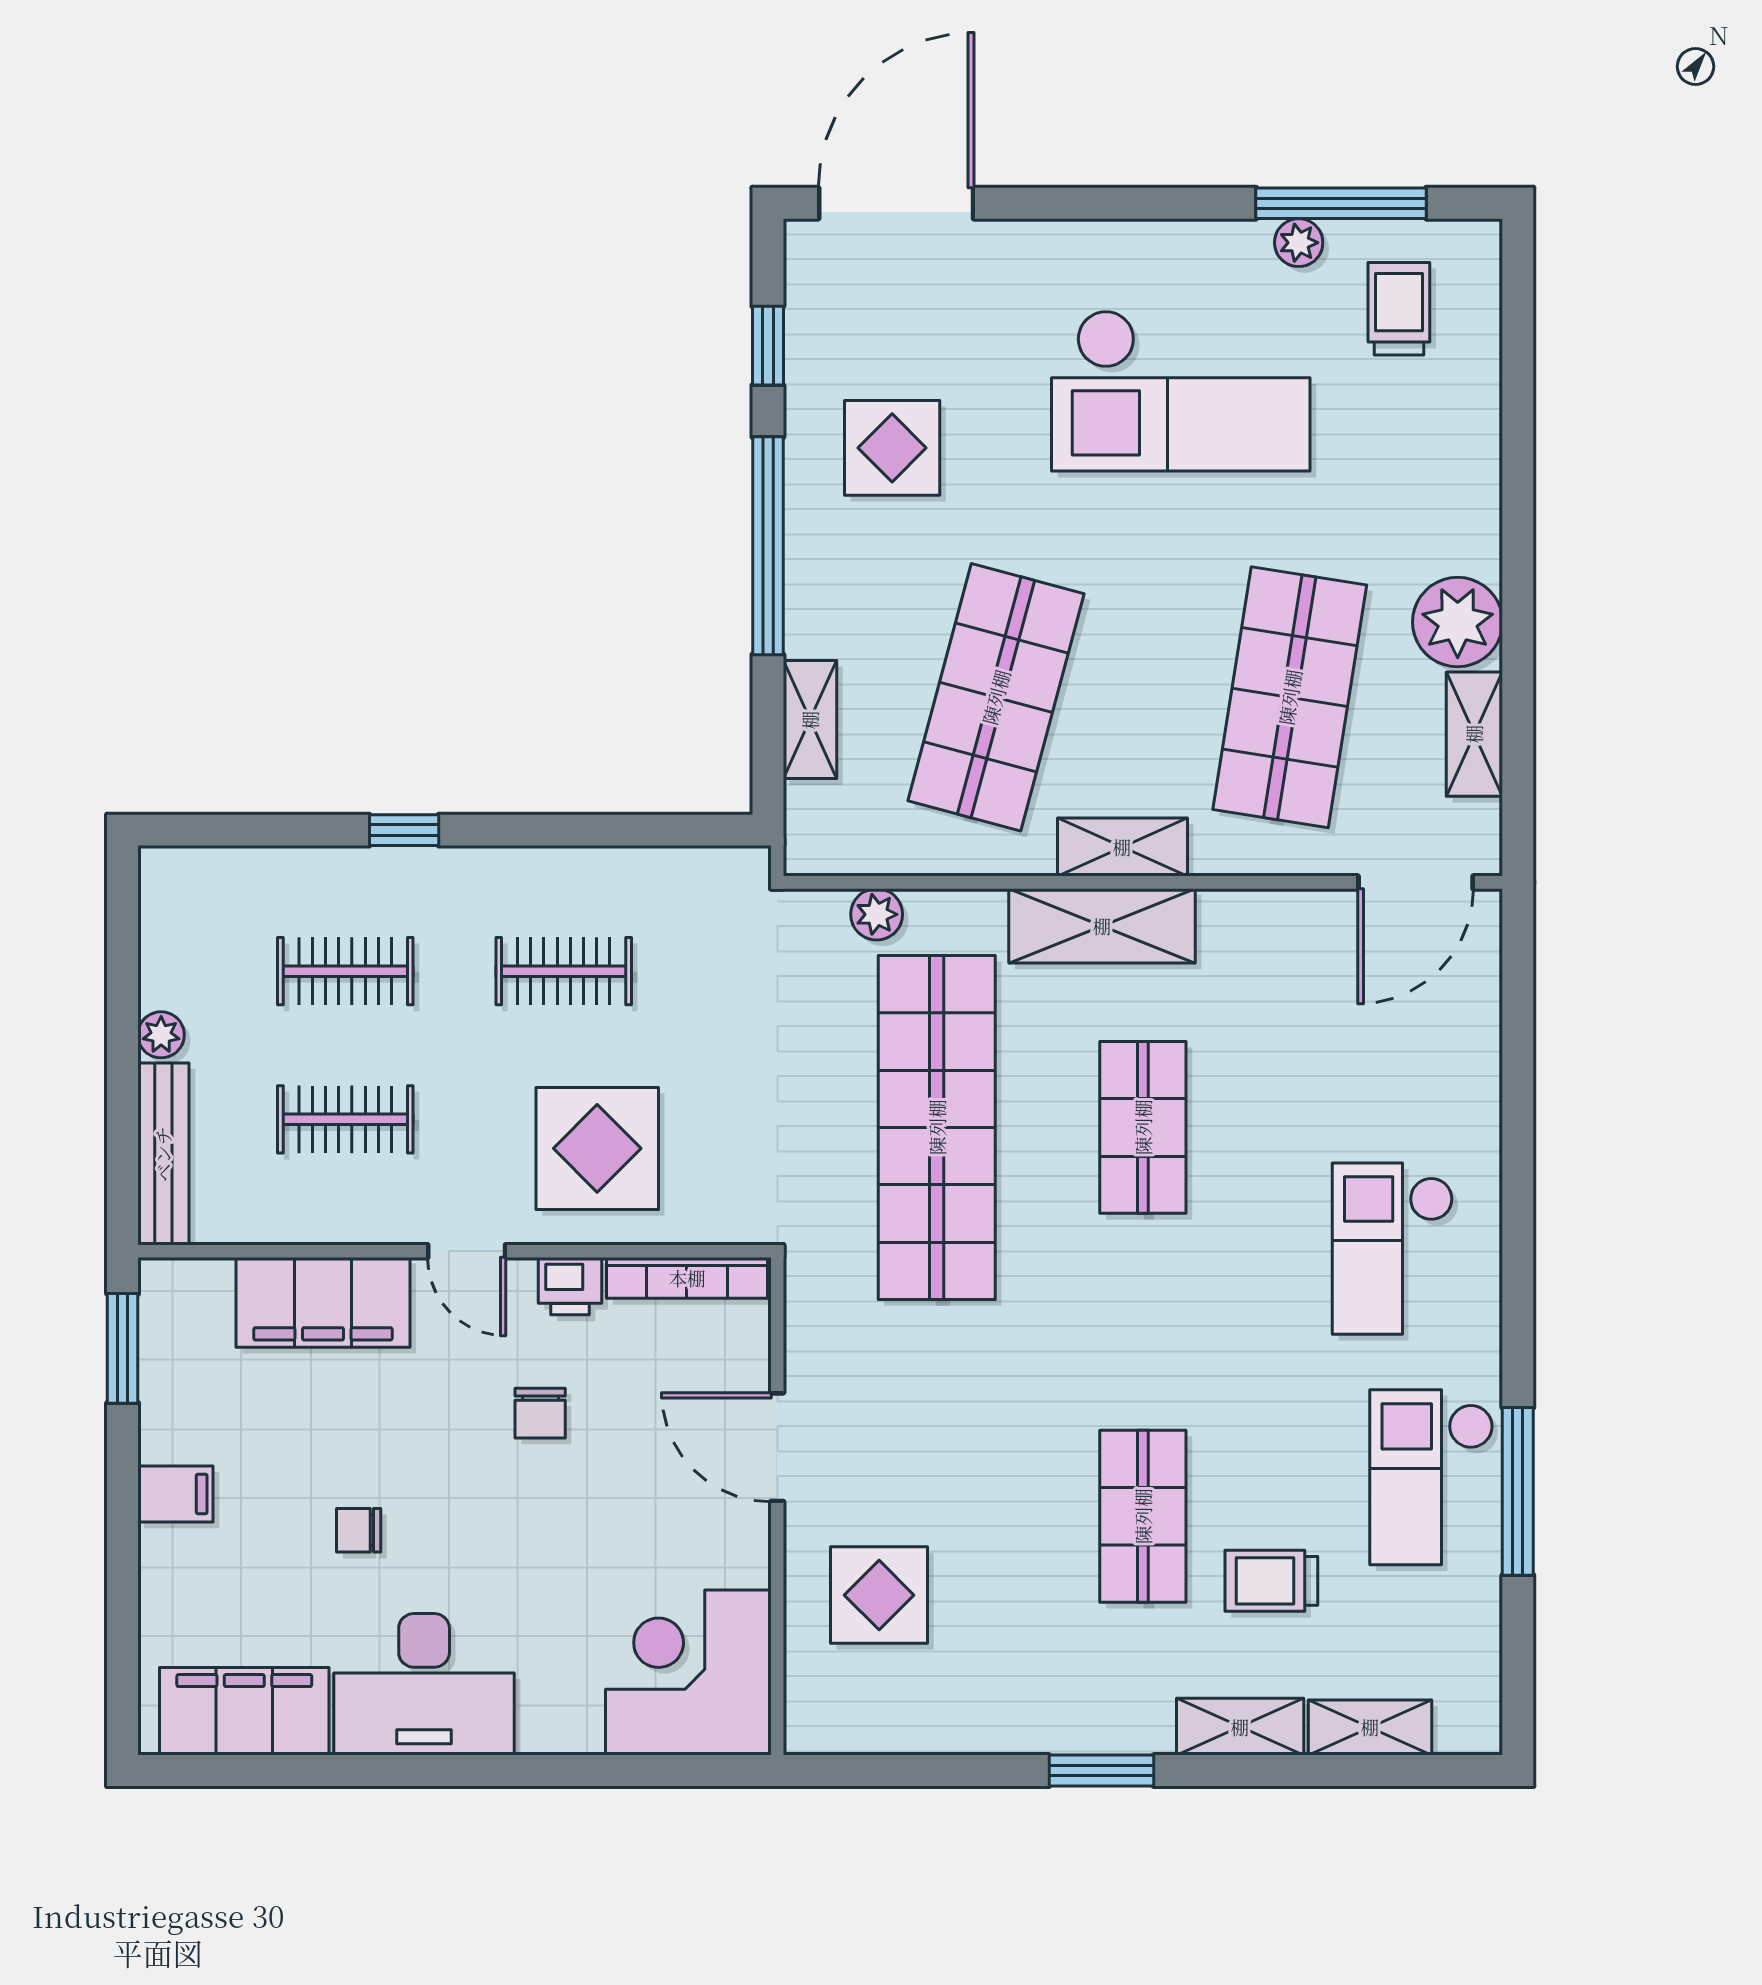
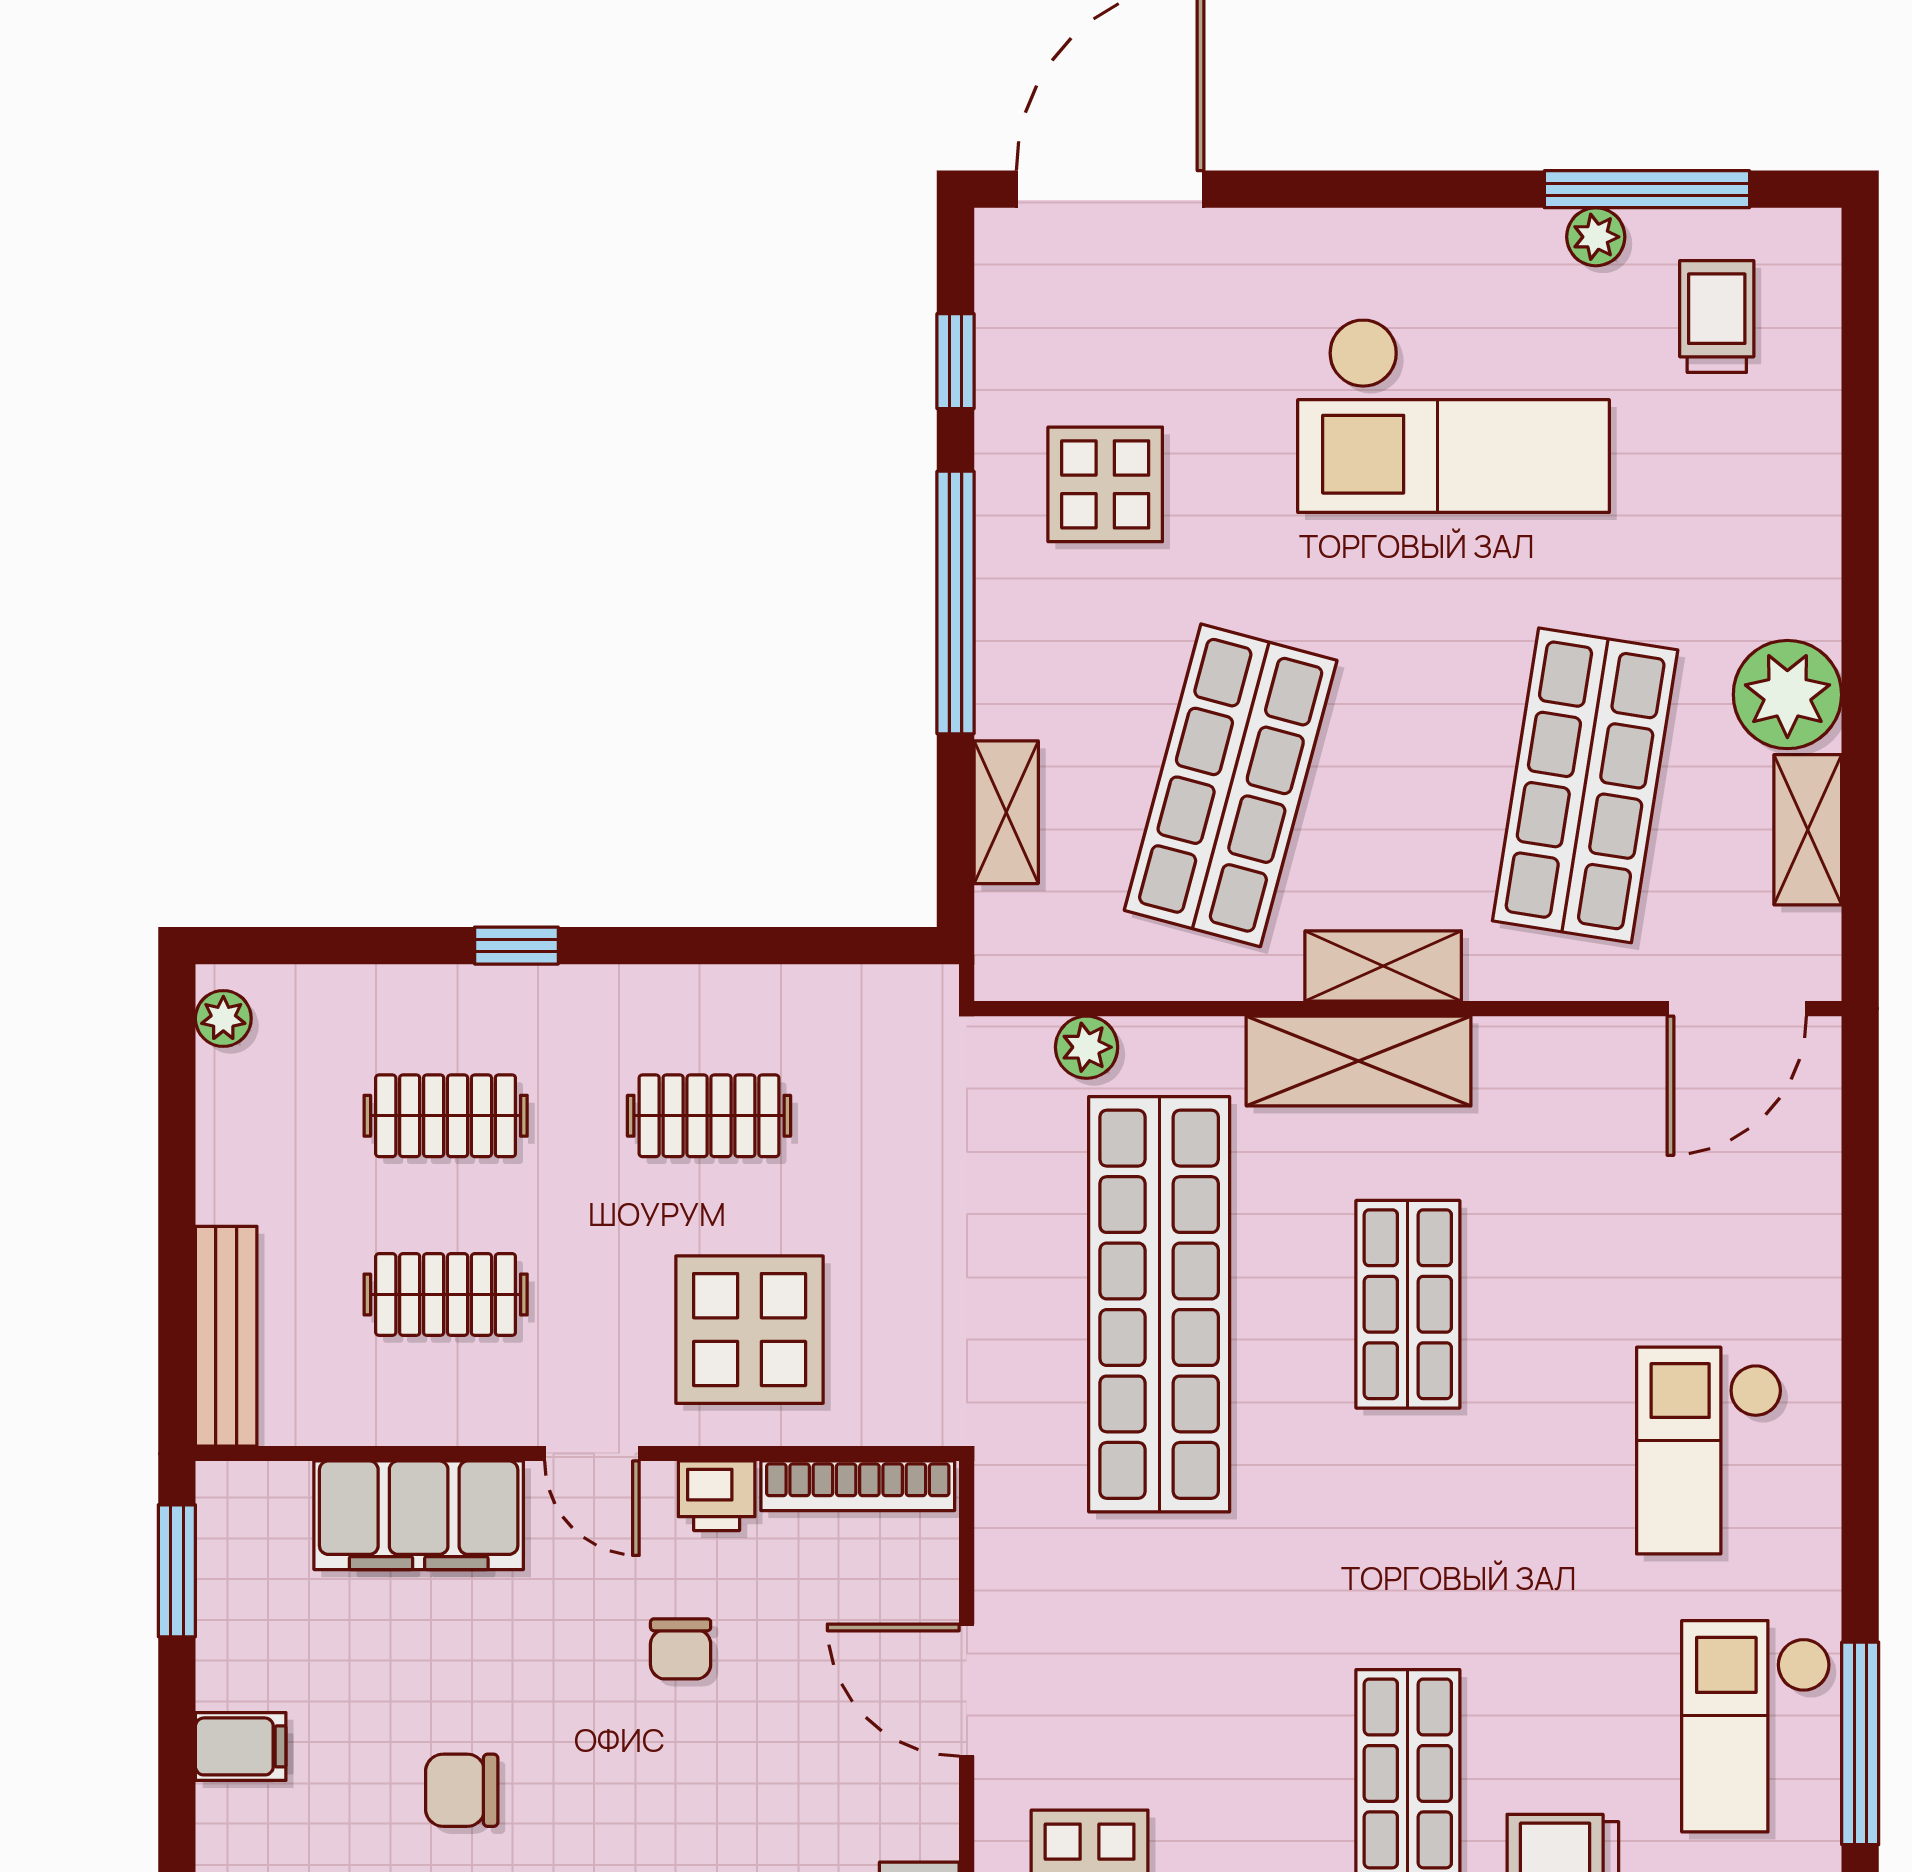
plant: (161, 1035) -> (223, 1018), moved
chair: (359, 1530) -> (462, 1790), width x1.37, depth x1.37

